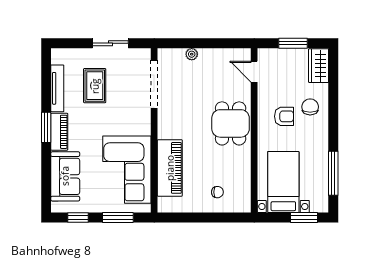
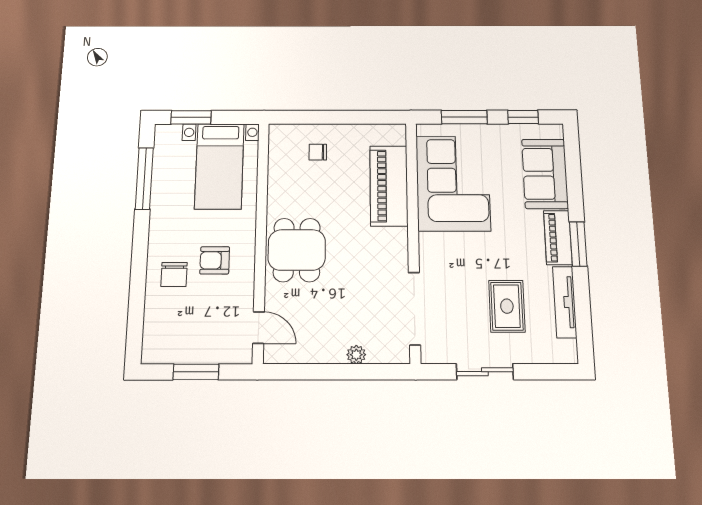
wardrobe: (319, 66) -> (158, 337), removed

